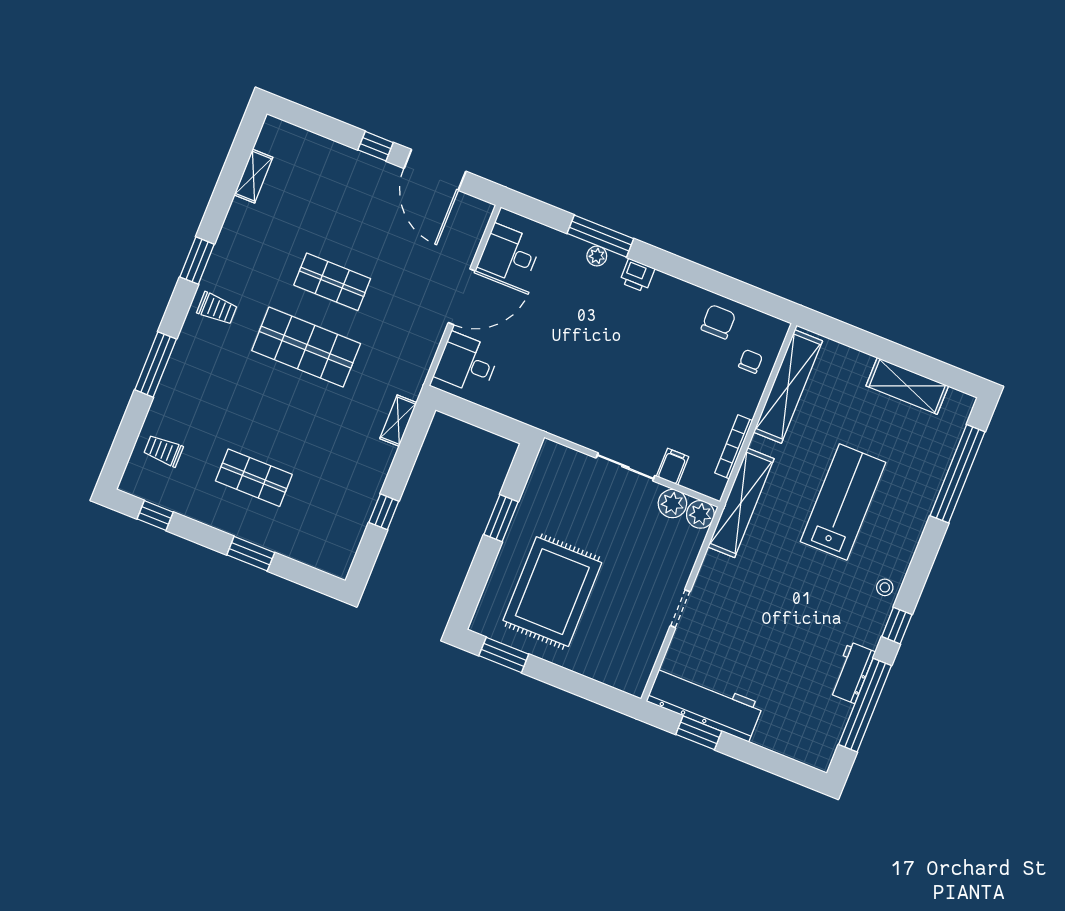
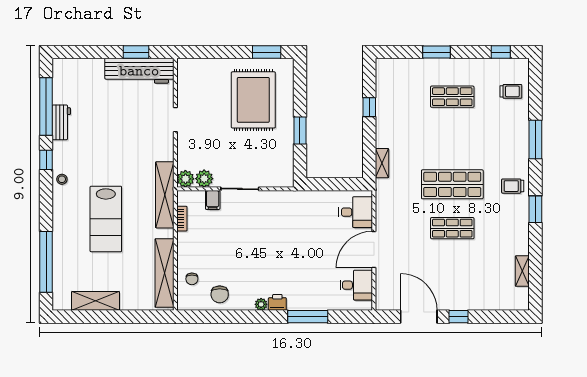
plant: (597, 256) -> (261, 304), moved
bookcase: (734, 447) -> (182, 219), width x0.64

